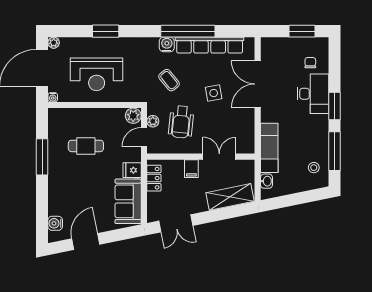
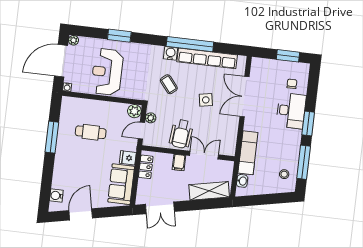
reception desk: (97, 74) -> (107, 72), turned 90
wheelchair: (181, 122) -> (181, 134), moved

